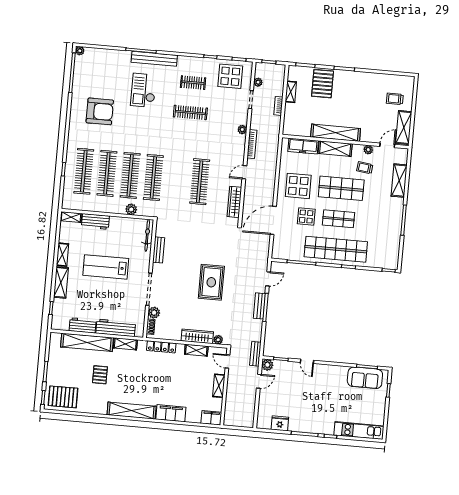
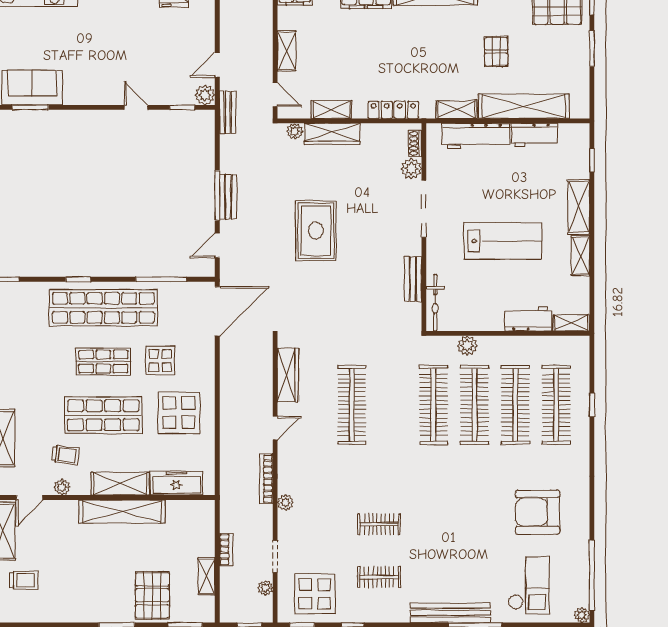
checkout: (143, 90) -> (529, 585), moved
clothes rail: (190, 112) -> (379, 524), width x0.73
door: (273, 220) -> (217, 311), moved

